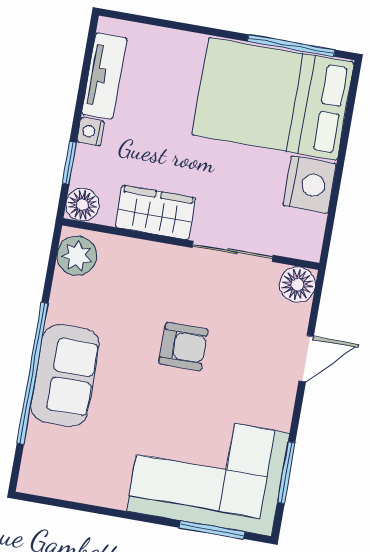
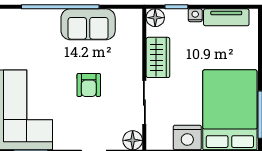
plant: (77, 256) -> (127, 19), removed
sofa: (65, 376) -> (88, 24), moved

